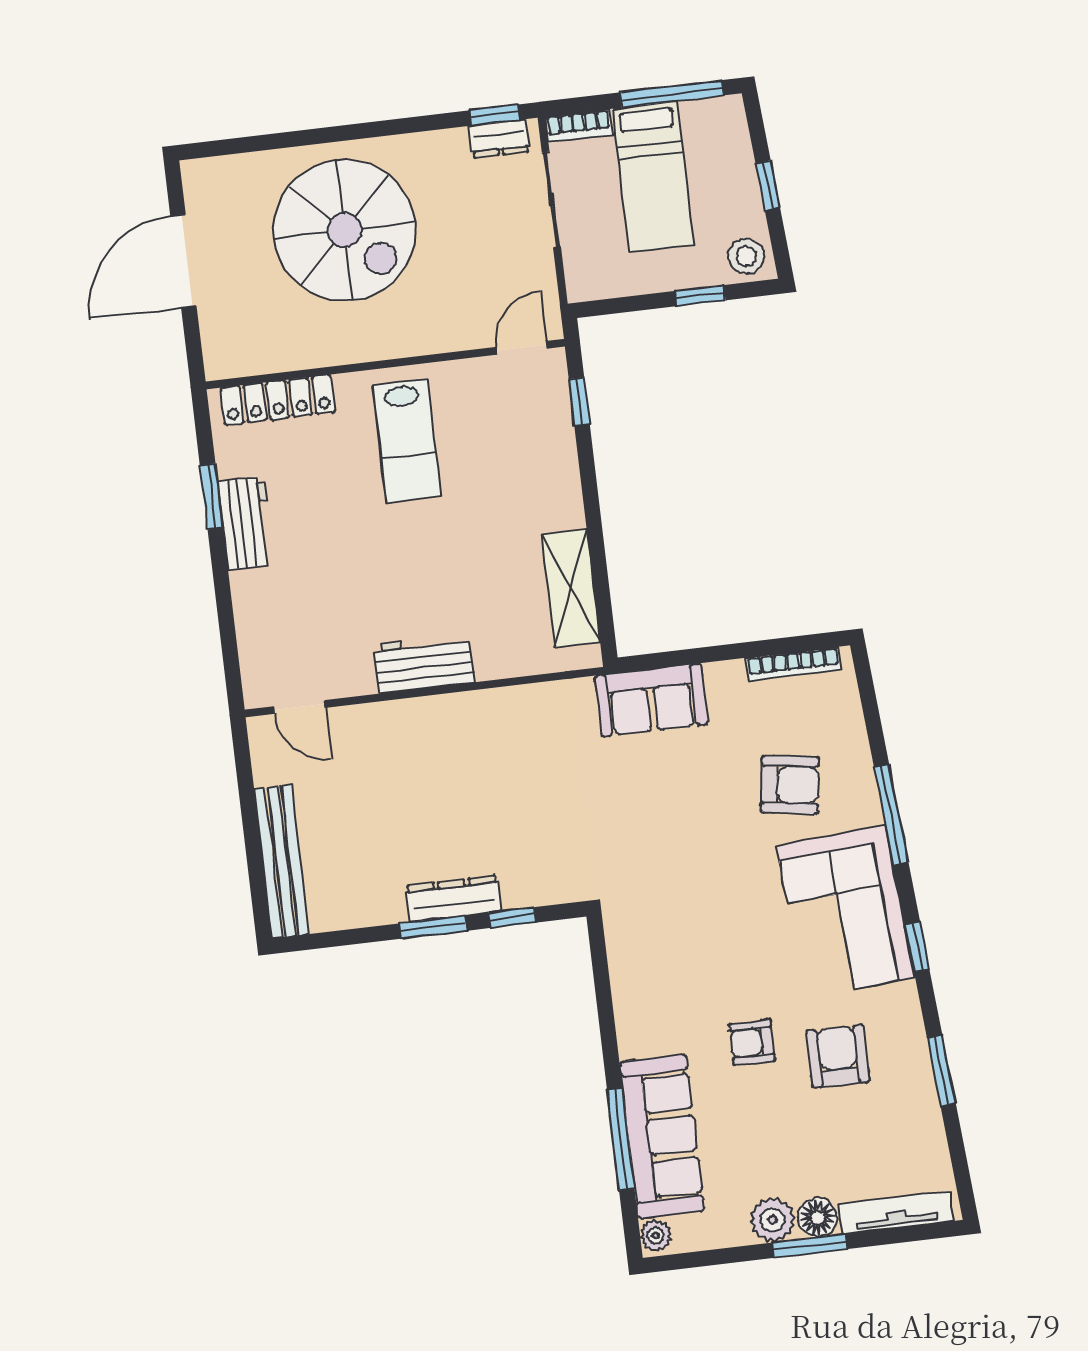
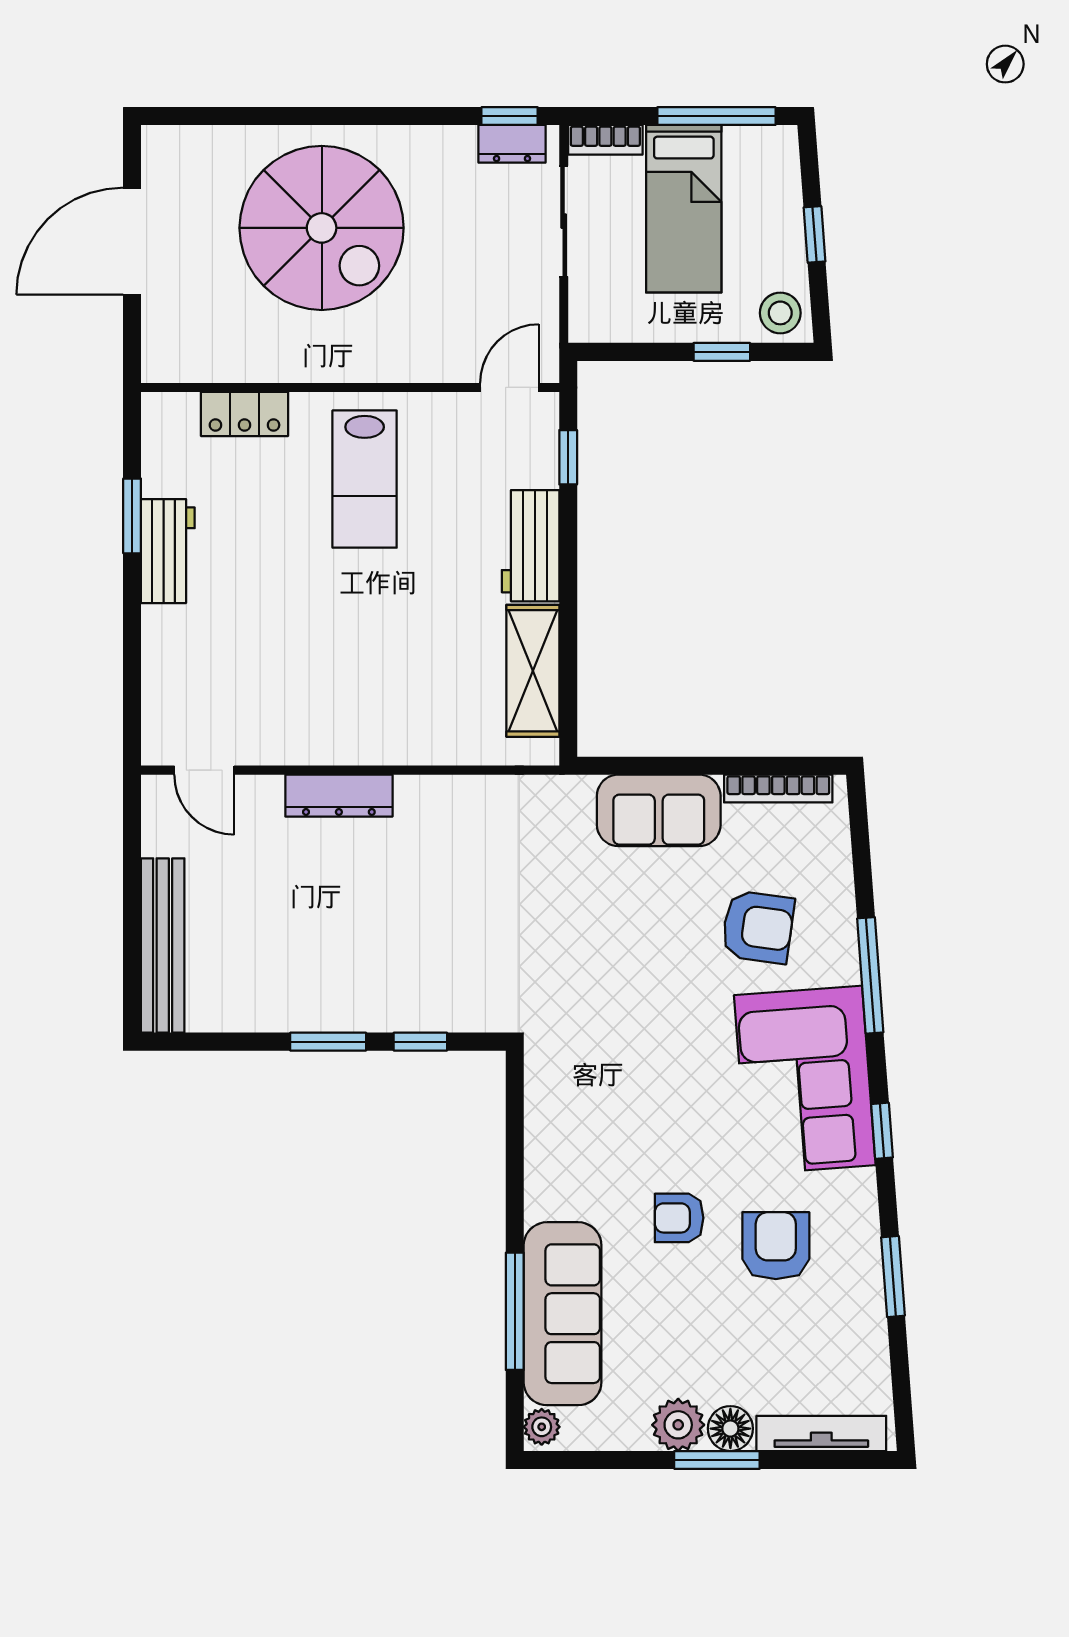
locker: (278, 400) -> (244, 414), width x0.66
workbench: (424, 663) -> (531, 546), moved, turned -90
sofa: (651, 700) -> (659, 810), moved
dresser: (453, 899) -> (339, 796), moved, turned 180

